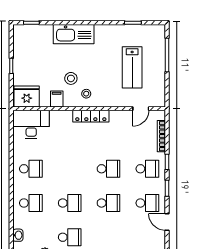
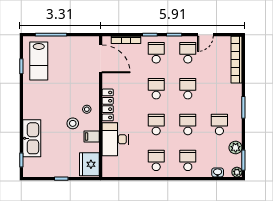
kitchen sink: (74, 34) -> (32, 138), moved
lab bench: (132, 67) -> (39, 61), moved, turned 90
door: (141, 109) -> (101, 59), width x1.87
desk: (31, 124) -> (115, 139), moved
school desk: (70, 169) -> (156, 125), added

